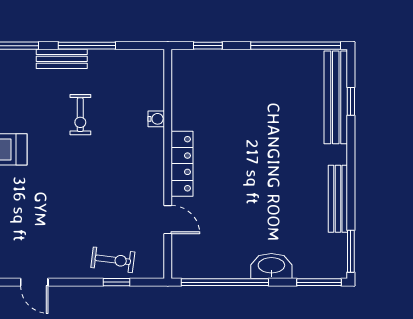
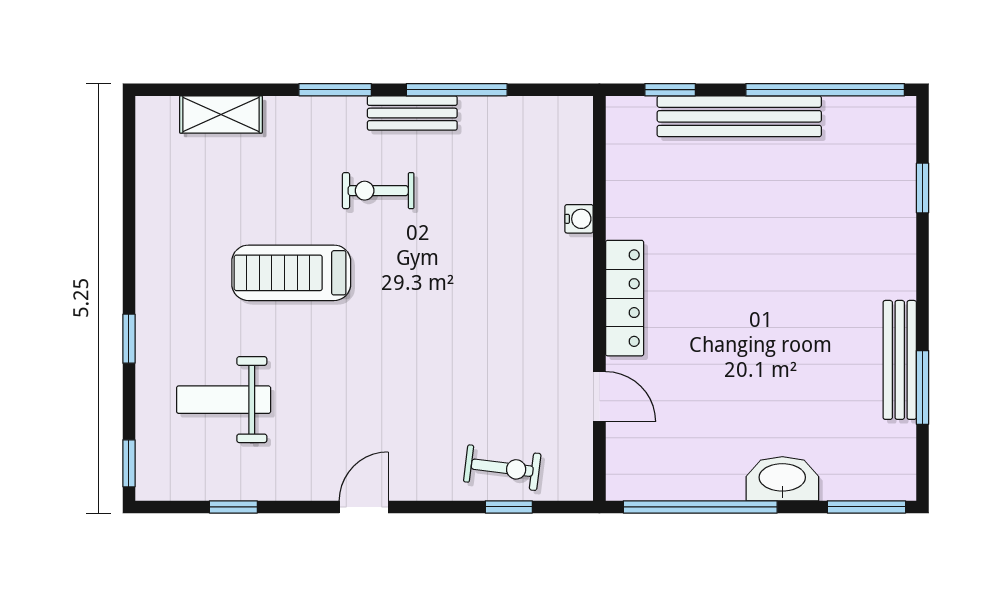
bench: (336, 97) -> (739, 116), moved, turned 90
exercise bike: (80, 115) -> (378, 191), moved, turned 90
window: (351, 251) -> (923, 387), moved
door: (34, 282) -> (364, 507), swing flipped

